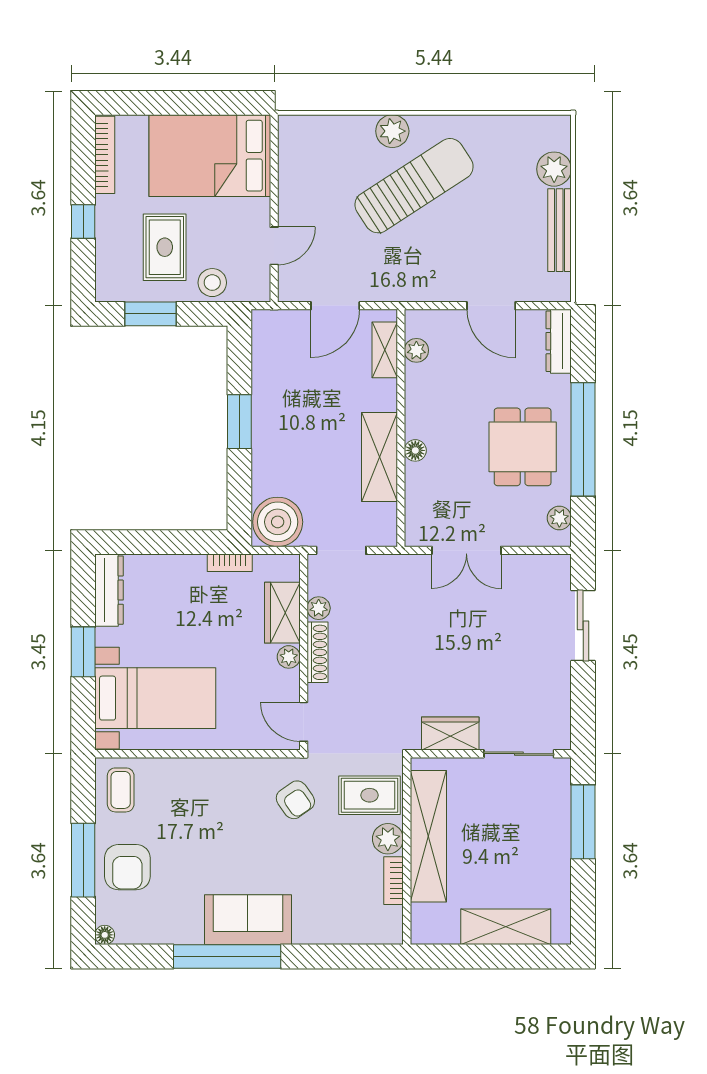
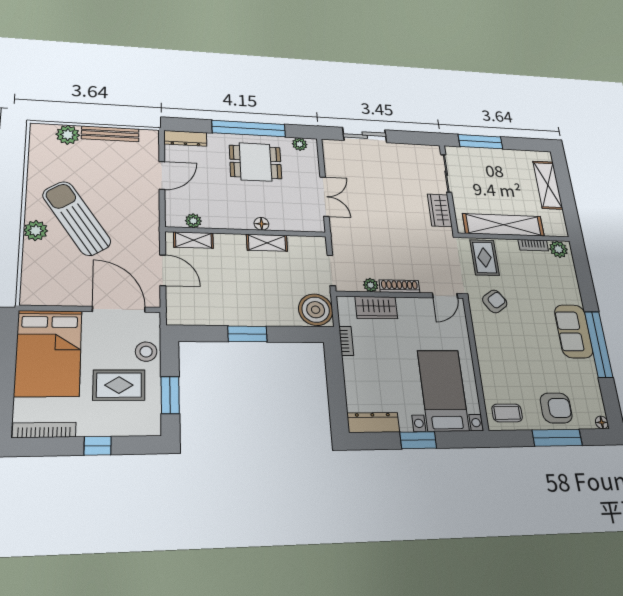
door: (274, 246) -> (119, 309), width x1.87
shelving: (379, 457) -> (267, 243), width x0.67, depth x0.75
plant: (289, 657) -> (405, 304), removed
plant: (388, 839) -> (558, 249), moved

